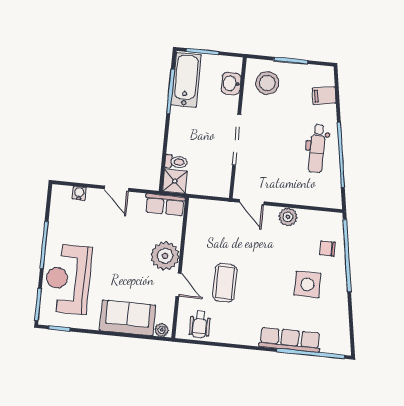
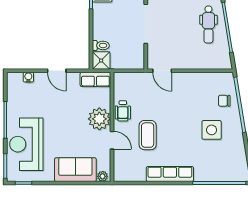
plant: (288, 217) -> (191, 79), removed
wheelchair: (200, 324) -> (123, 111), moved
row of seats: (290, 340) -> (170, 174), moved

